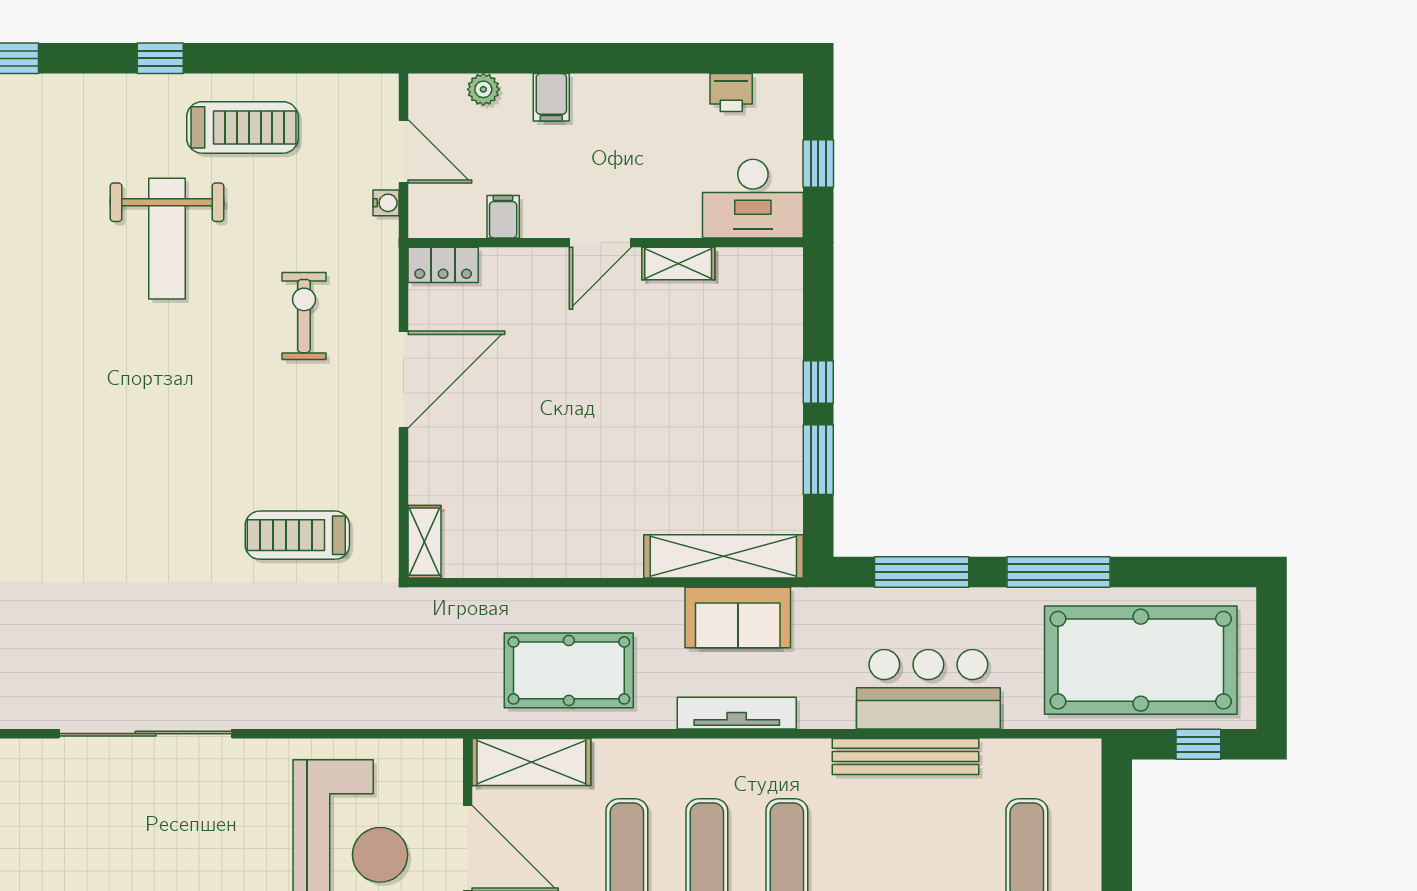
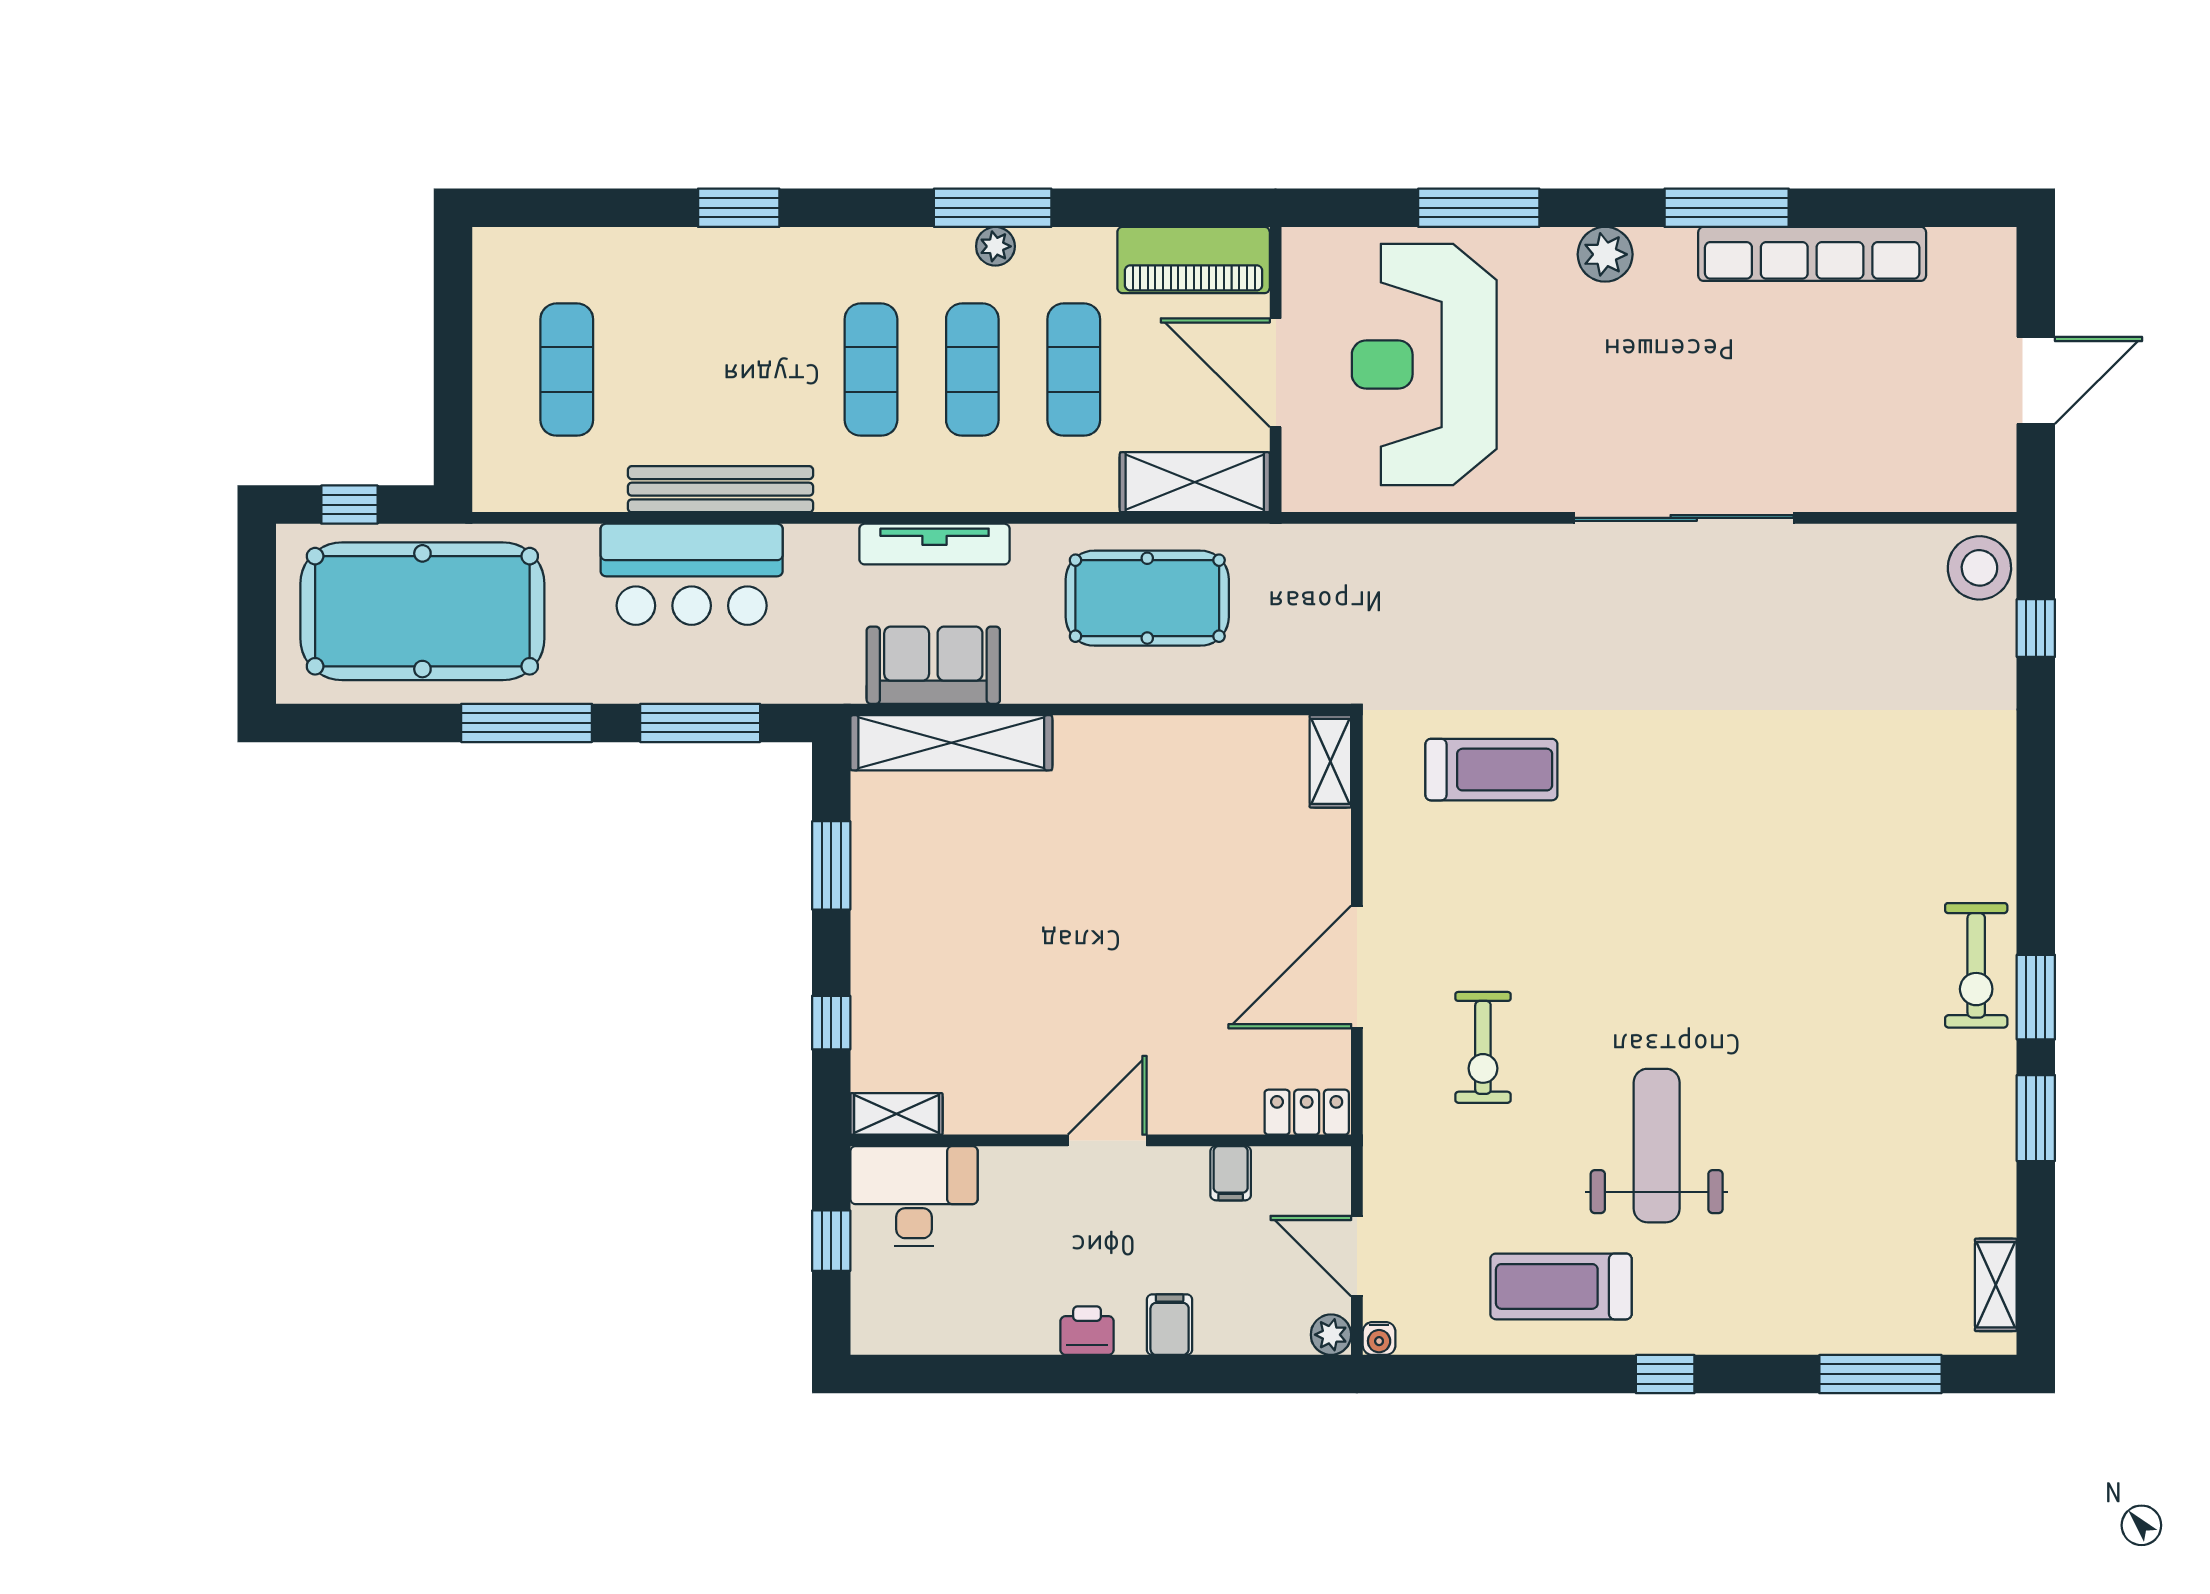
plant: (483, 89) -> (1331, 1335), moved
printer: (731, 93) -> (1087, 1331), moved
water cooler: (386, 203) -> (1379, 1338), moved, turned -90
shelving: (678, 264) -> (896, 1114), moved
window: (818, 382) -> (831, 1023), moved

